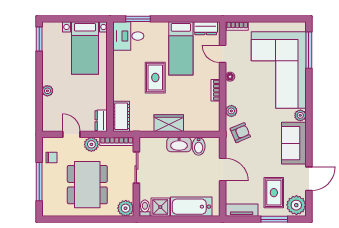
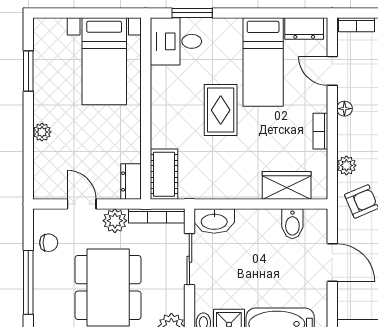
window: (39, 39) -> (28, 71), moved
wardrobe: (169, 123) -> (287, 185), moved
washbasin: (179, 145) -> (214, 221), moved

